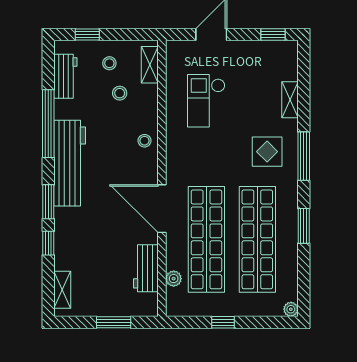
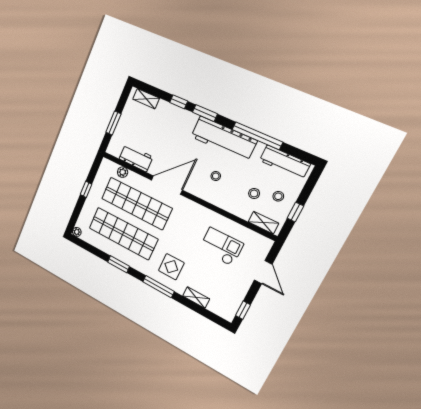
window: (87, 35) -> (295, 212), moved
workbench: (65, 76) -> (285, 162), width x1.38
stool: (145, 141) -> (216, 176), moved

